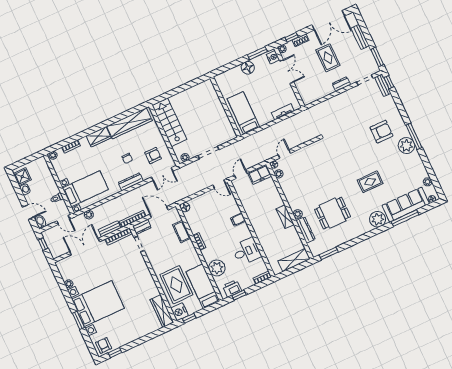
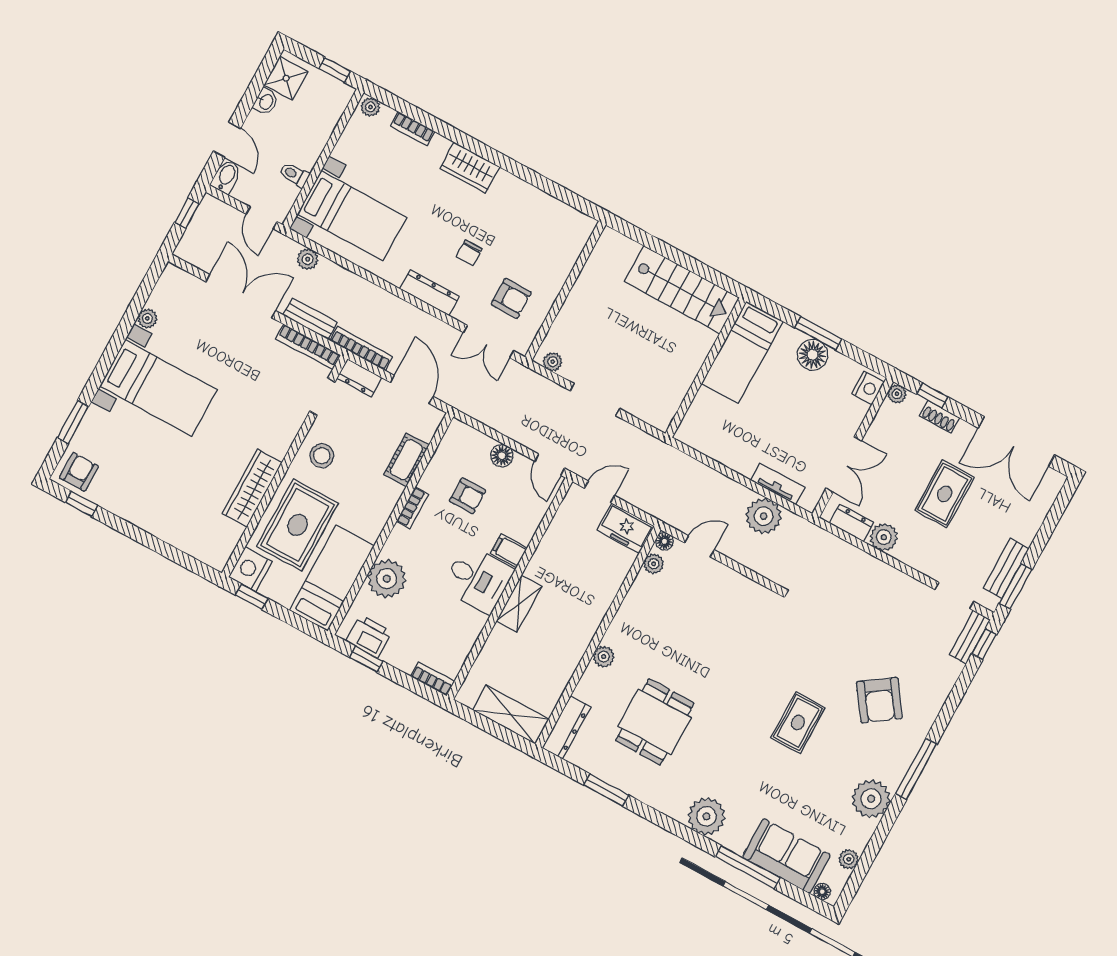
bench: (360, 37) -> (1006, 568), moved
window: (257, 53) -> (818, 333), moved
double door: (287, 72) -> (844, 464), moved
dresser: (341, 84) -> (852, 523), moved
plant: (327, 89) -> (884, 537), added
bed: (243, 113) -> (742, 352), moved, turned 180
stairs: (169, 122) -> (682, 290), moved, turned 90
wardrobe: (129, 123) -> (539, 207), removed
plant: (290, 125) -> (764, 516), added
armchair: (381, 132) -> (879, 700), turned 55
plant: (406, 146) -> (871, 799), moved
window: (32, 158) -> (335, 70), added
rug: (370, 182) -> (798, 723), moved, turned 90
sofa: (406, 205) -> (786, 856), width x0.73
floor lamp: (185, 207) -> (502, 456), moved
dining table: (333, 213) -> (655, 722), turned 90
shelving: (285, 217) -> (519, 604), moved
armchair: (209, 220) -> (468, 496), added
dresser: (306, 230) -> (566, 727), moved
desk: (247, 251) -> (478, 579), moved
window: (329, 253) -> (606, 790), moved
stool: (159, 259) -> (322, 456), added
bed with nightstands: (98, 304) -> (158, 388), width x0.73
wardrobe: (162, 311) -> (252, 488), moved
window: (78, 320) -> (73, 422), moved

